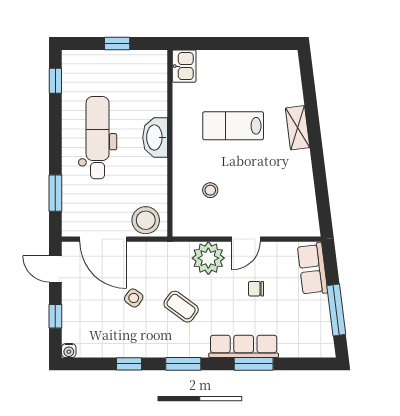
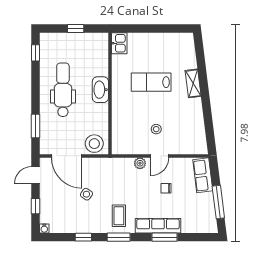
stool: (210, 190) -> (156, 129), moved
plant: (208, 258) -> (140, 163), width x0.53, depth x0.53
door: (55, 269) -> (36, 175), hinge flipped
coffee table: (181, 307) -> (119, 216), moved, turned 54

